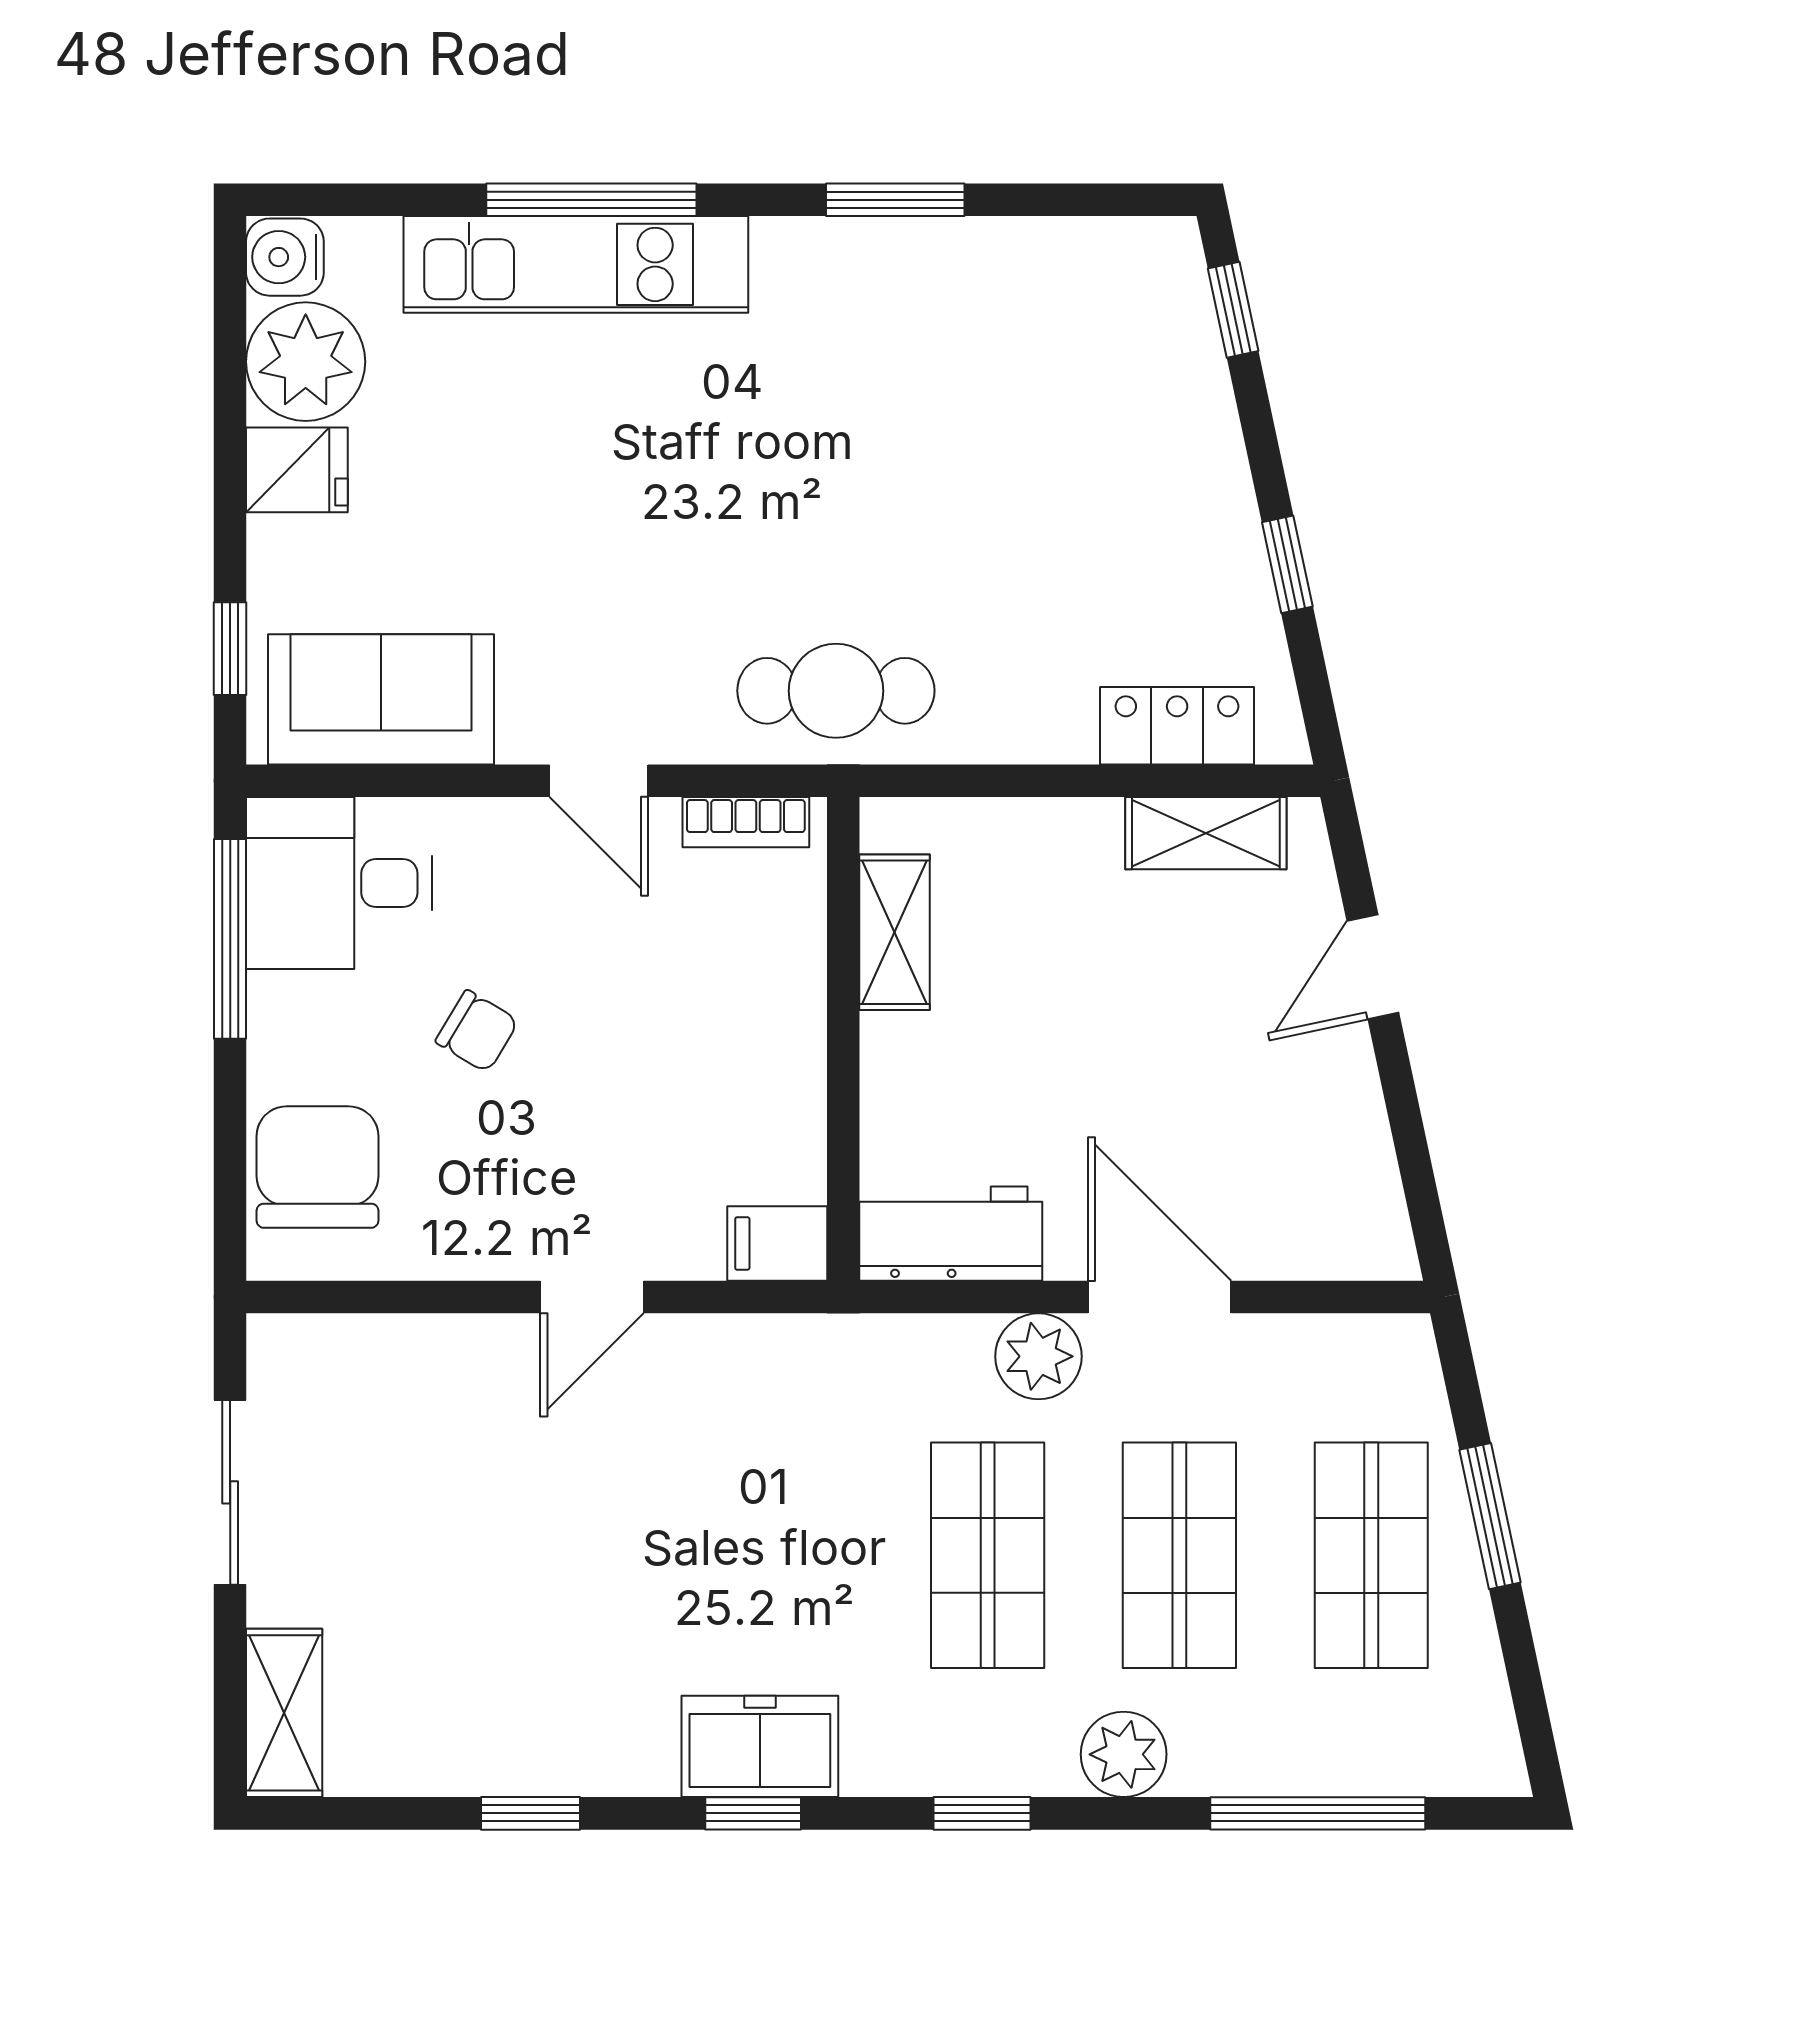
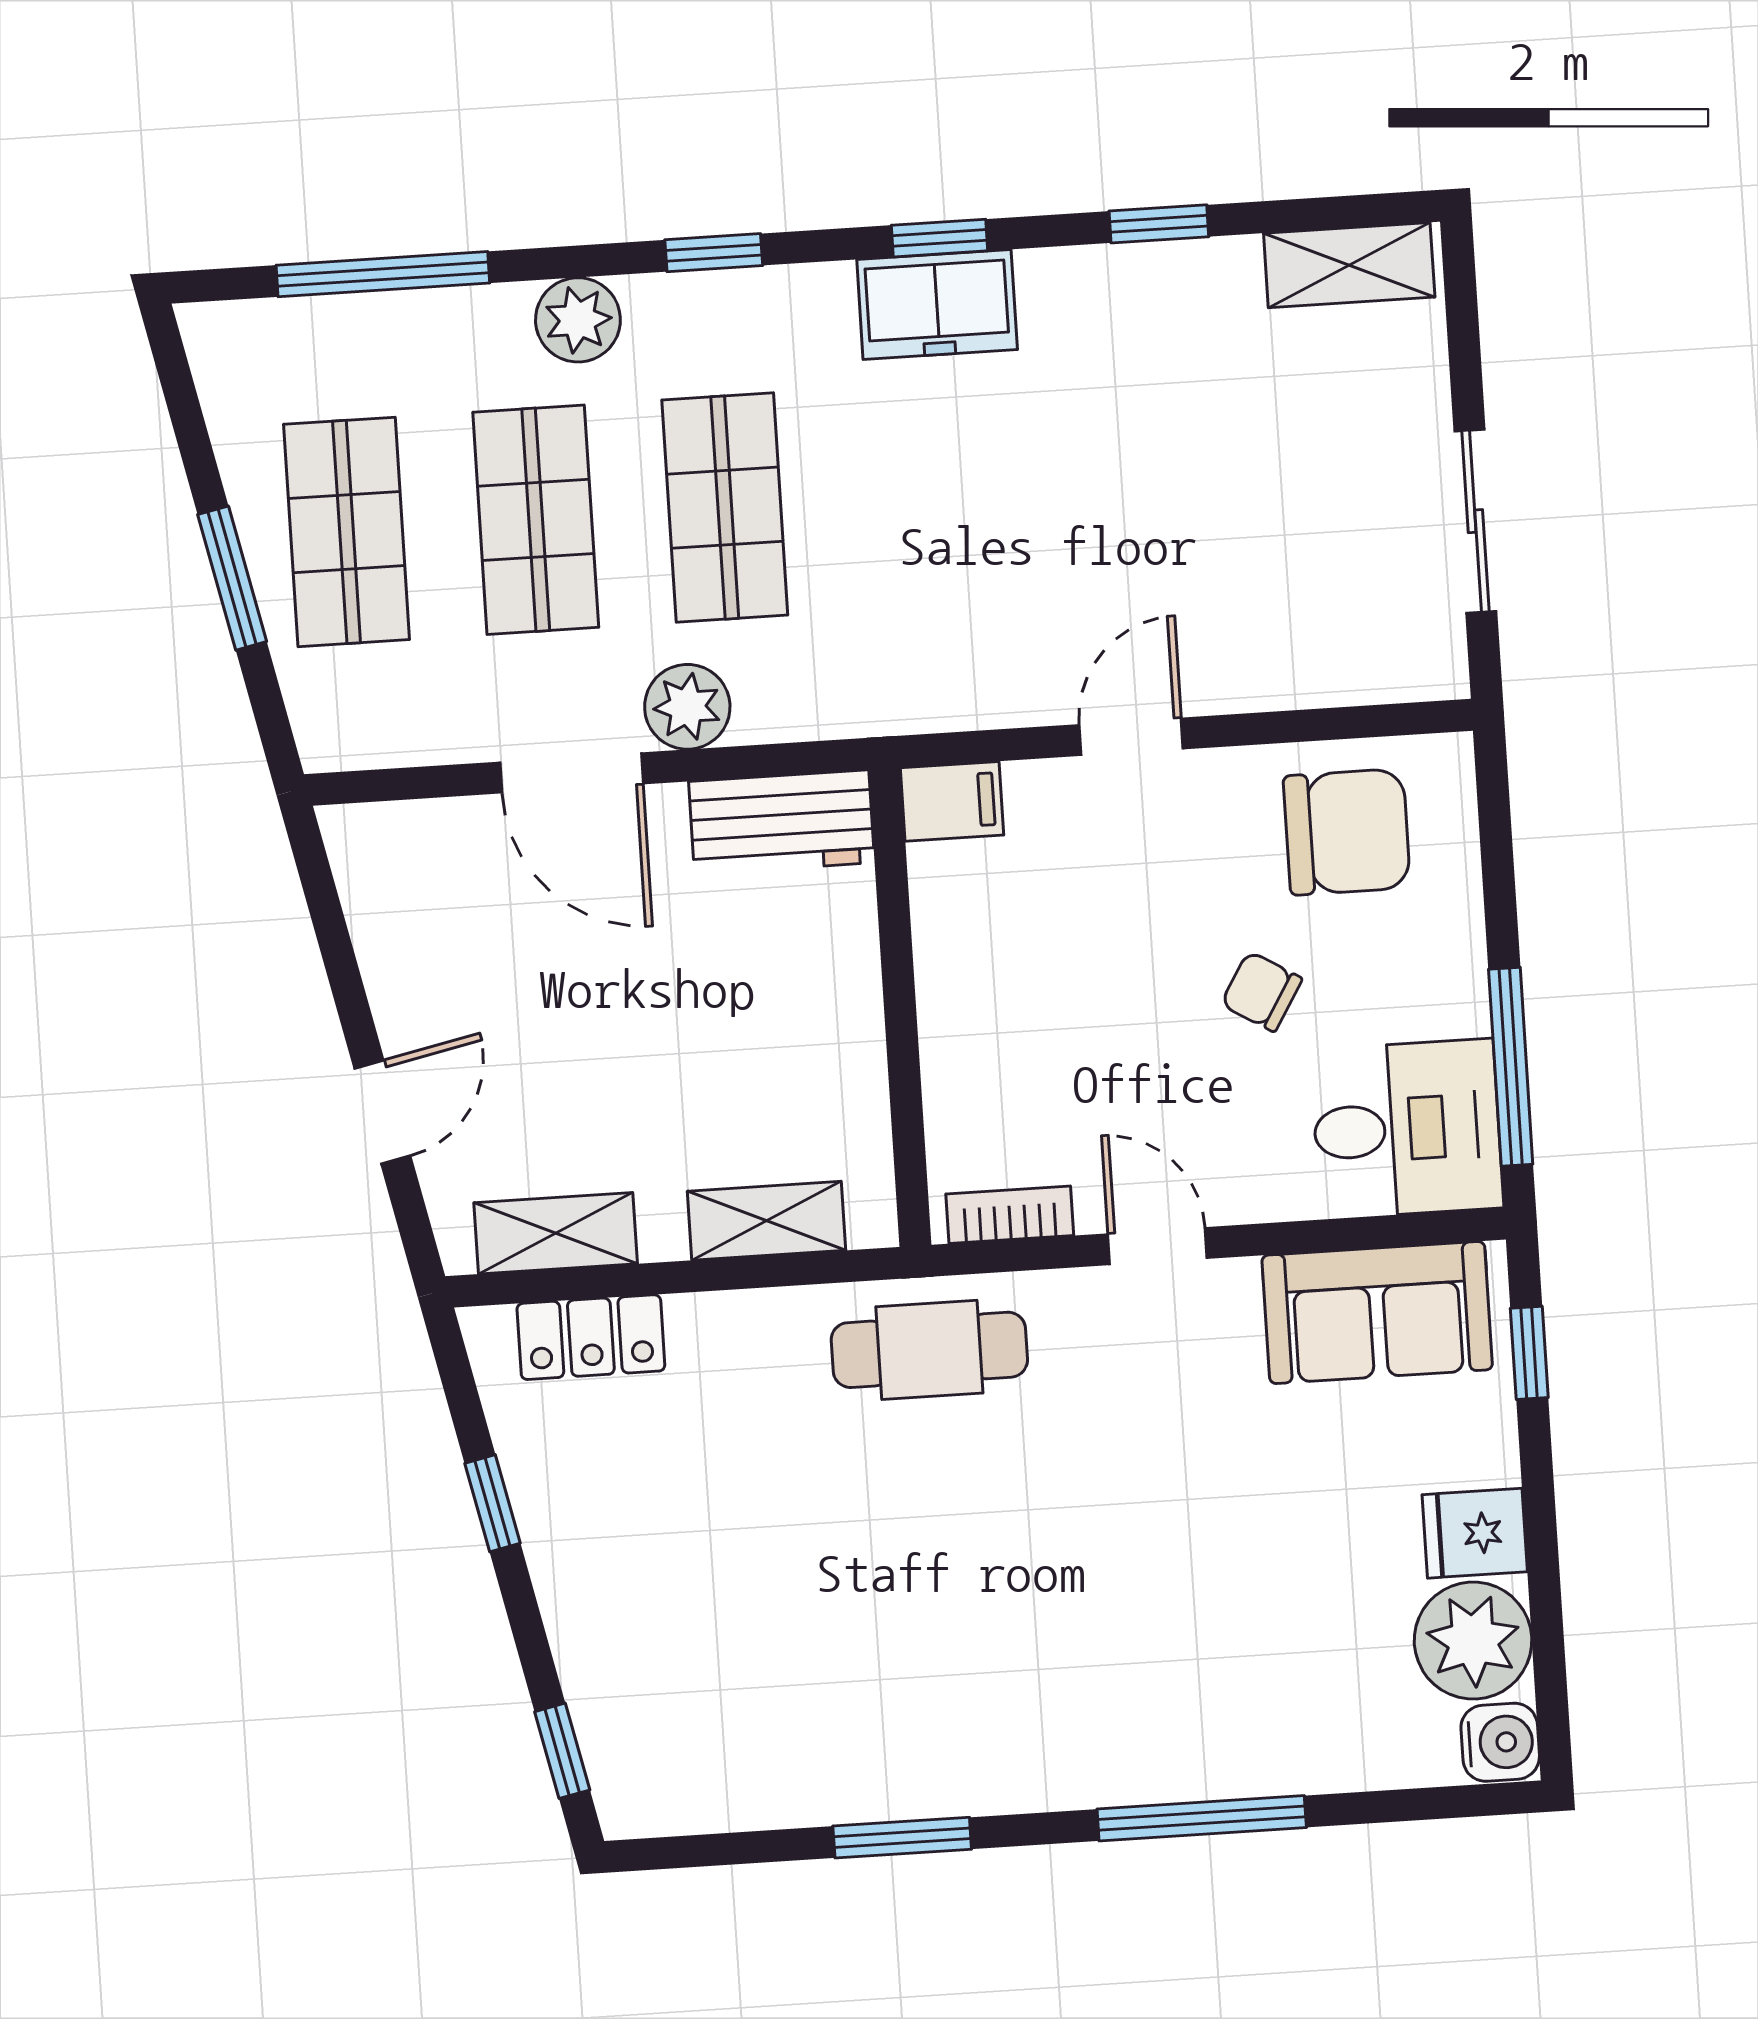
kitchen unit: (576, 264) -> (1213, 1754), removed
shelving: (894, 932) -> (766, 1221), moved, turned 90
chair: (317, 1167) -> (1347, 832), moved, turned -90
shelving: (284, 1713) -> (1349, 265), moved, turned 90

